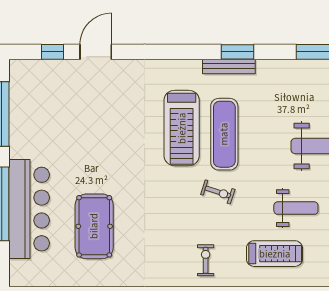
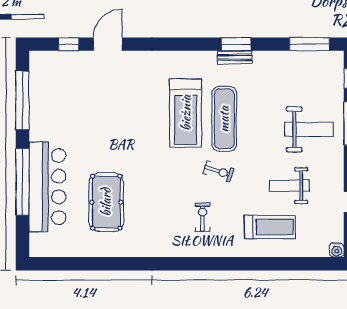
bench: (229, 66) -> (235, 57), width x0.73
weight bench: (296, 208) -> (289, 186), turned 180
exercise bike: (206, 260) -> (203, 217), moved

